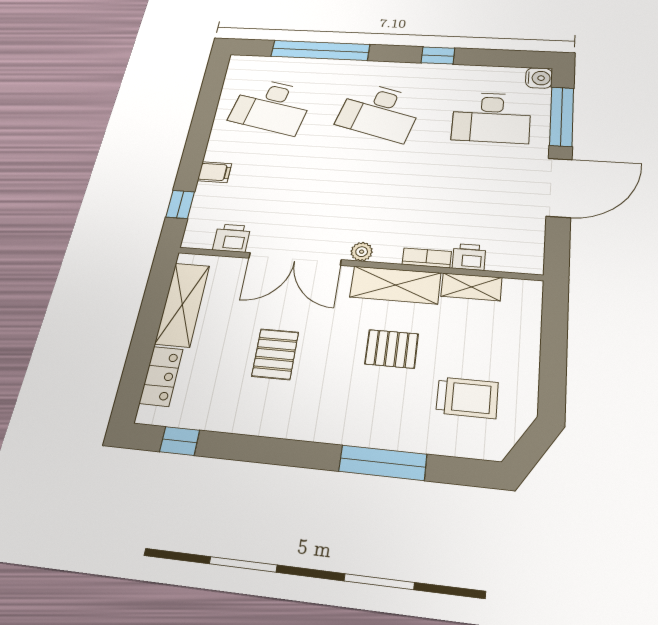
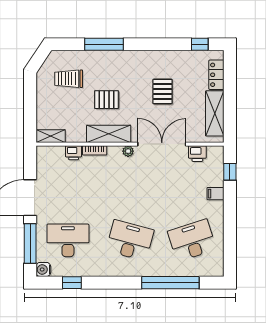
window: (438, 55) -> (72, 283), moved
desk: (271, 106) -> (192, 240), turned -30
shelving: (471, 287) -> (51, 136), moved

